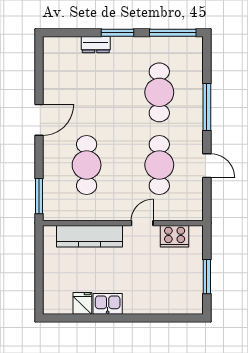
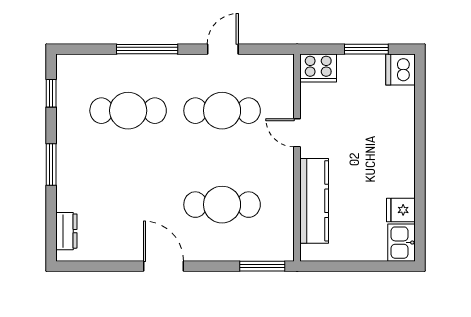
window: (173, 33) -> (51, 93), width x0.46
dresser: (96, 45) -> (66, 231), moved
cooker: (175, 236) -> (318, 68), moved, turned 90
dishwasher: (191, 303) -> (400, 69), added
kitchen sink: (108, 304) -> (401, 243), moved

